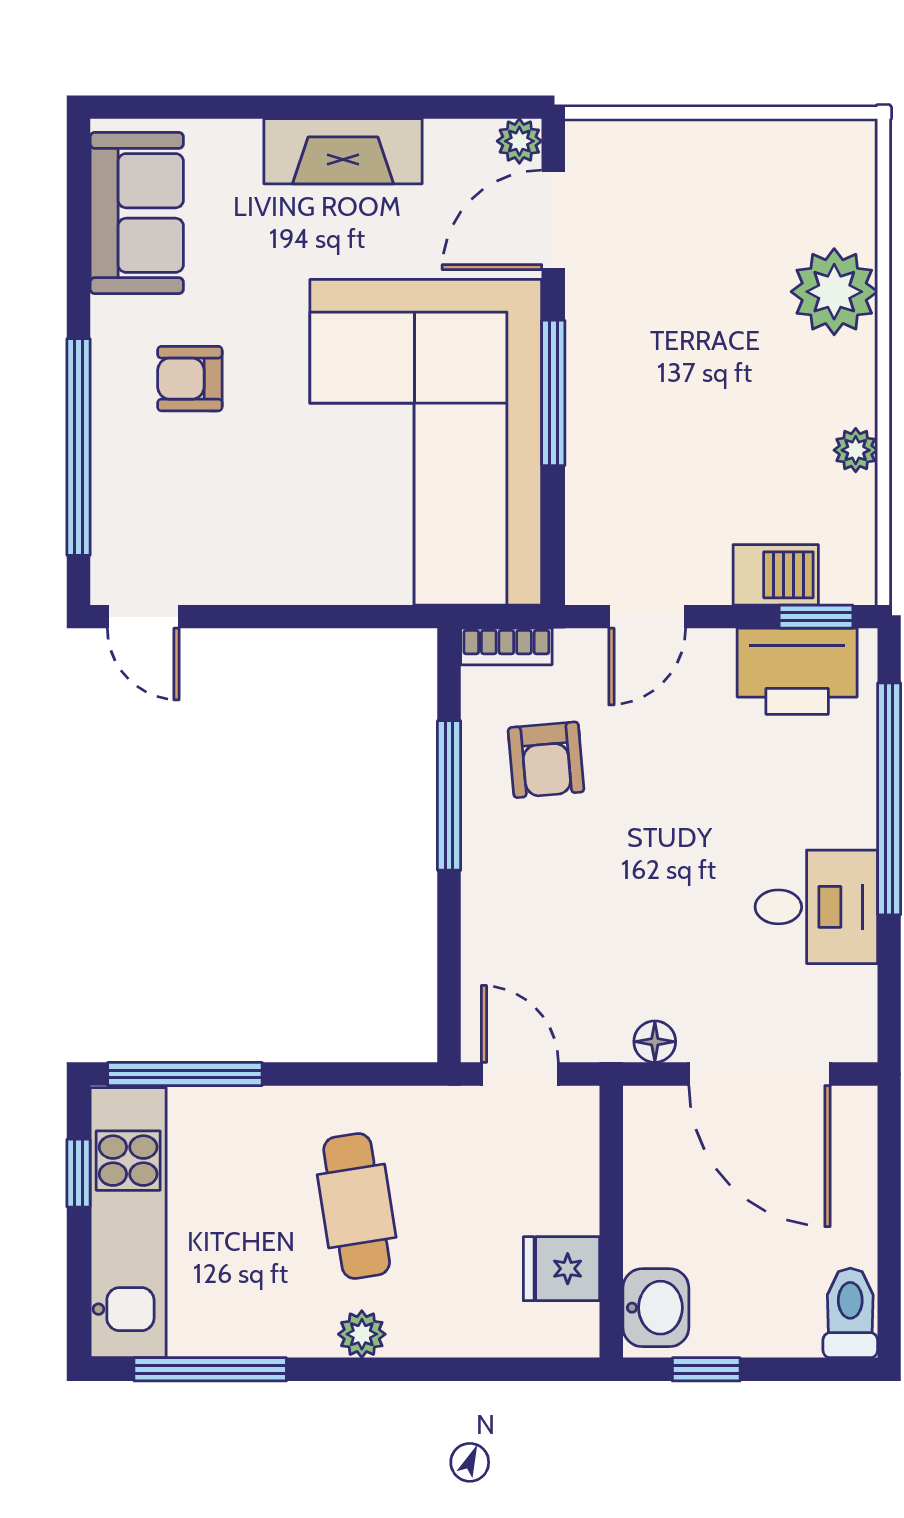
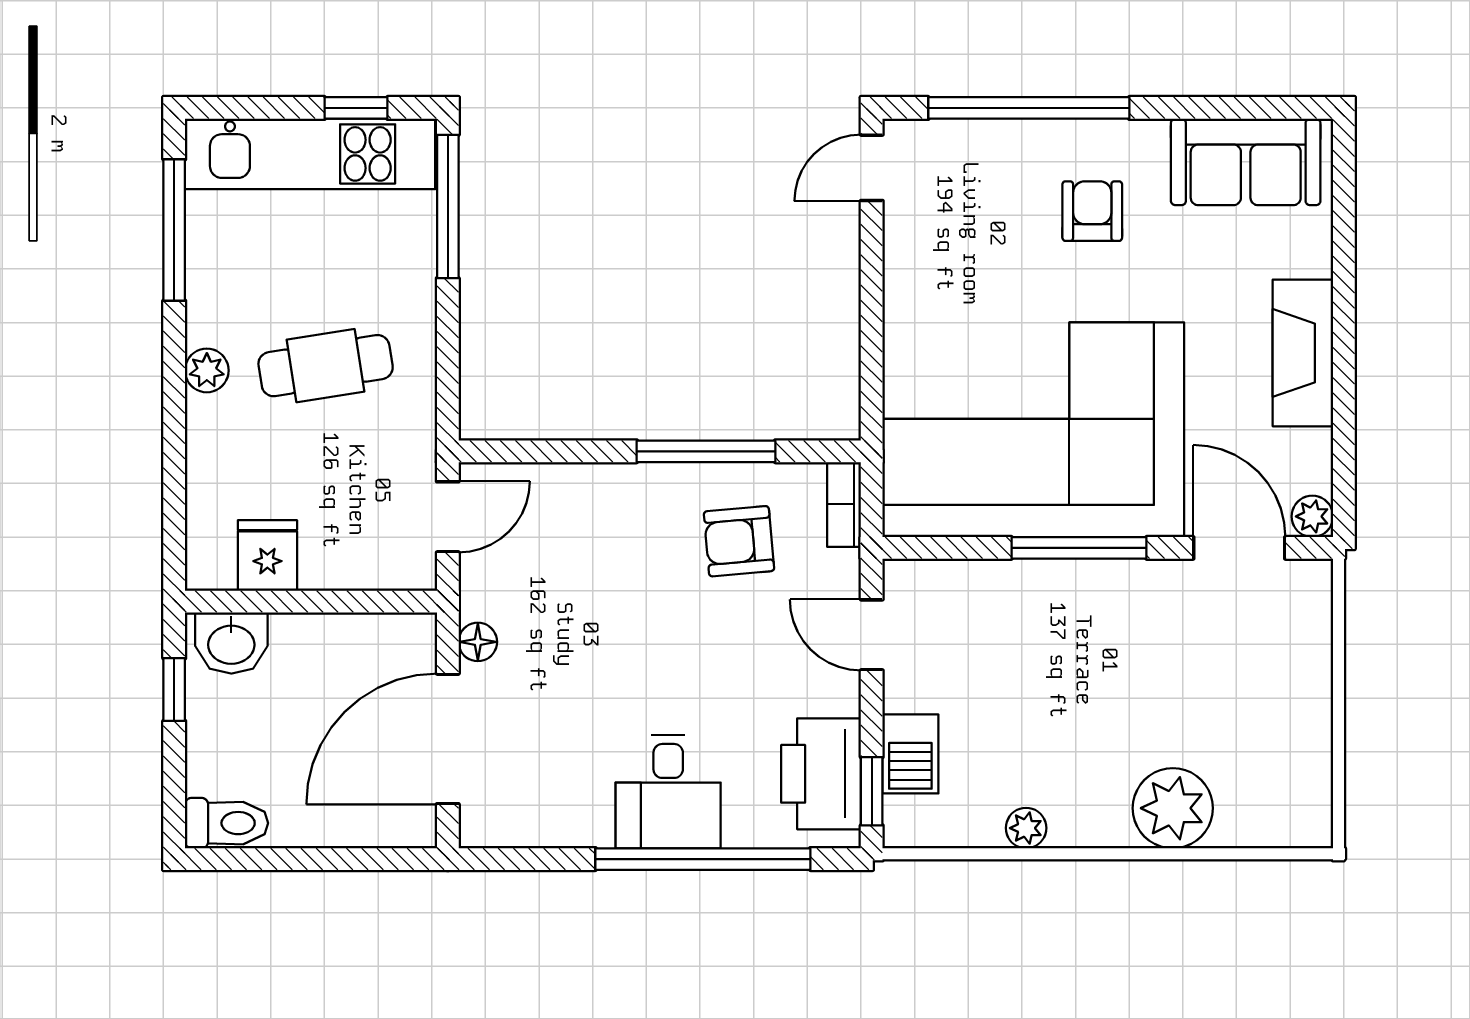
desk: (816, 907) -> (668, 792), moved

